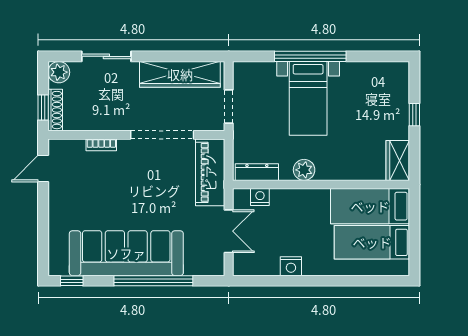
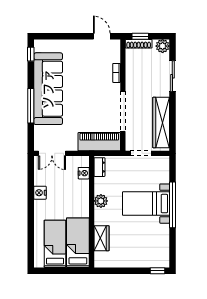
window: (414, 115) -> (158, 271), moved
wardrobe: (398, 160) -> (101, 238), moved, turned 90
dresser: (257, 172) -> (99, 167), width x0.70
double door: (229, 231) -> (52, 153), moved
window: (153, 281) -> (31, 106), width x0.68

